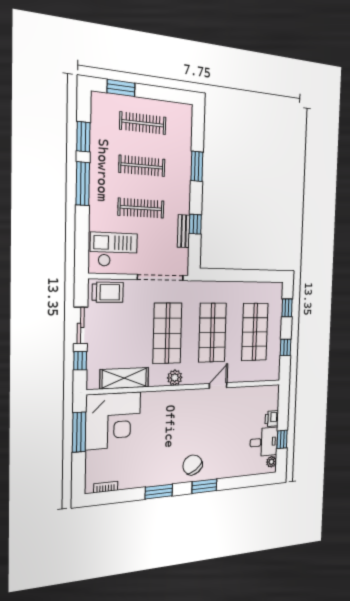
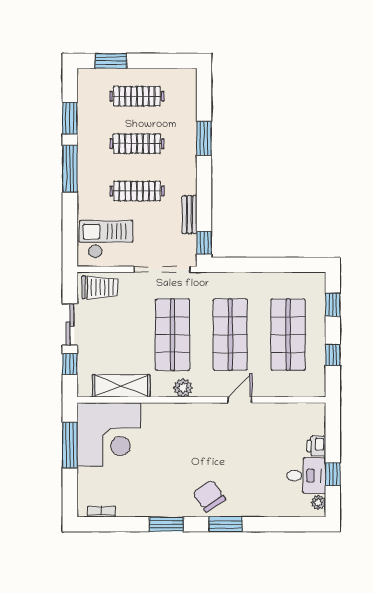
window: (195, 224) -> (204, 243), moved

